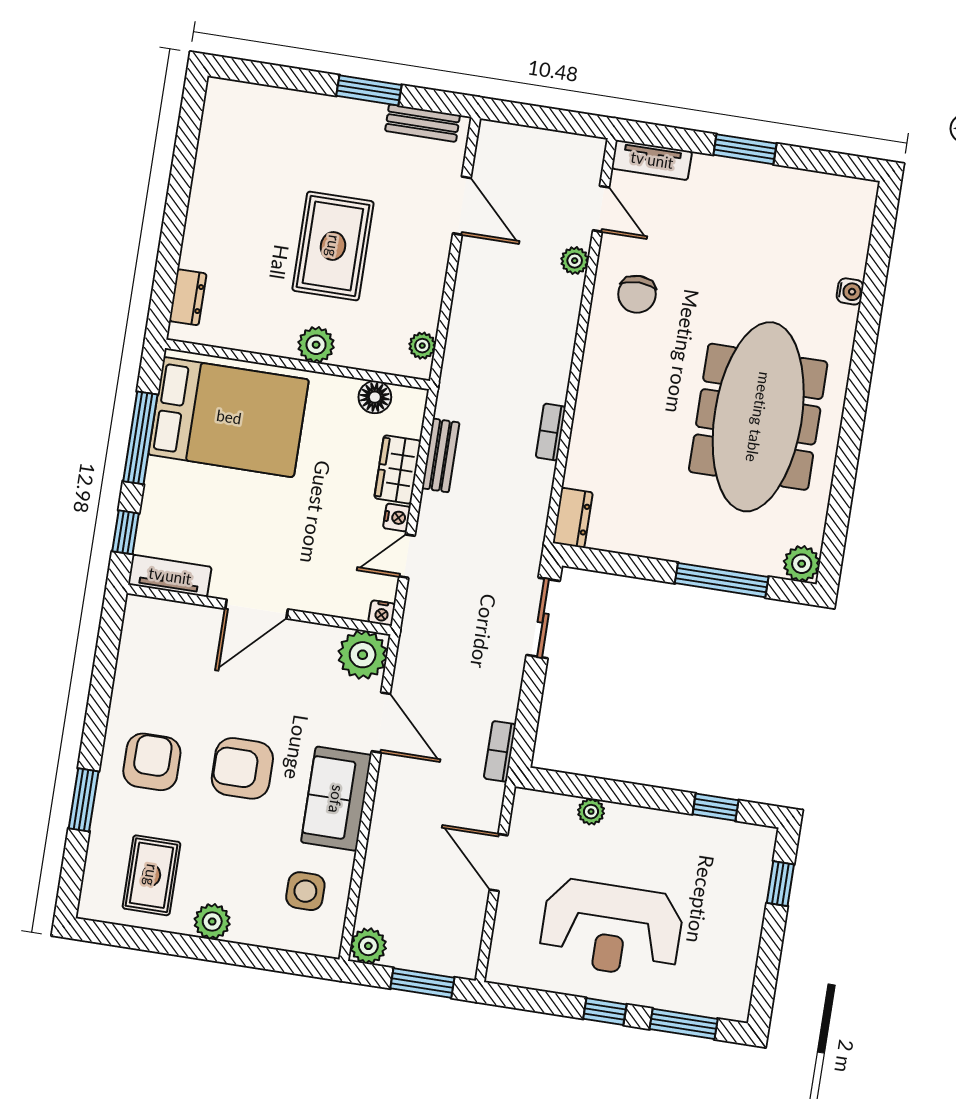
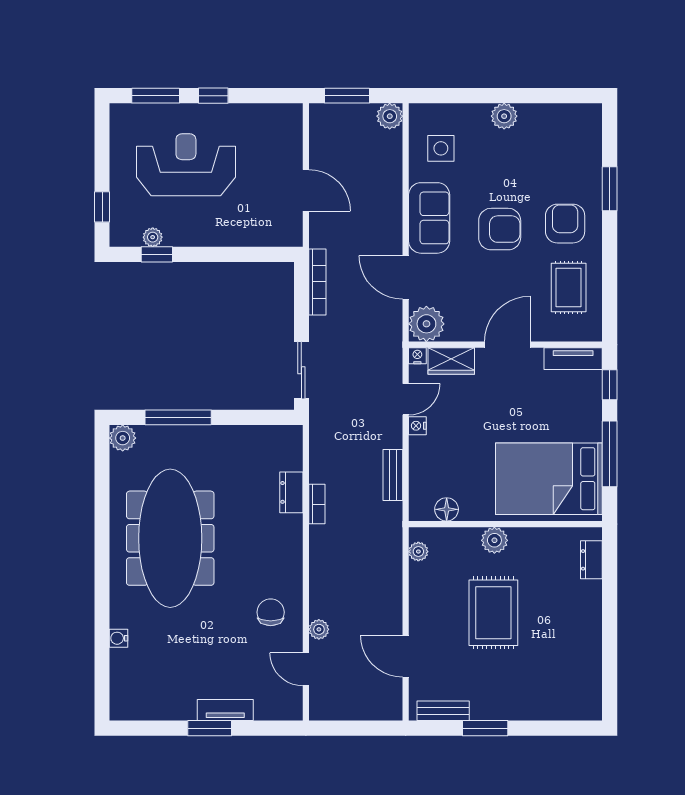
tv unit: (652, 160) -> (225, 710), moved
wardrobe: (398, 470) -> (451, 361), moved, turned 90
dresser: (573, 518) -> (291, 492), moved
bookcase: (500, 751) -> (317, 282), width x1.56
armchair: (152, 762) -> (565, 224), turned 180
plant: (591, 812) -> (153, 237), moved
rug: (151, 875) -> (569, 288), moved
reception desk: (611, 929) -> (186, 165), moved

